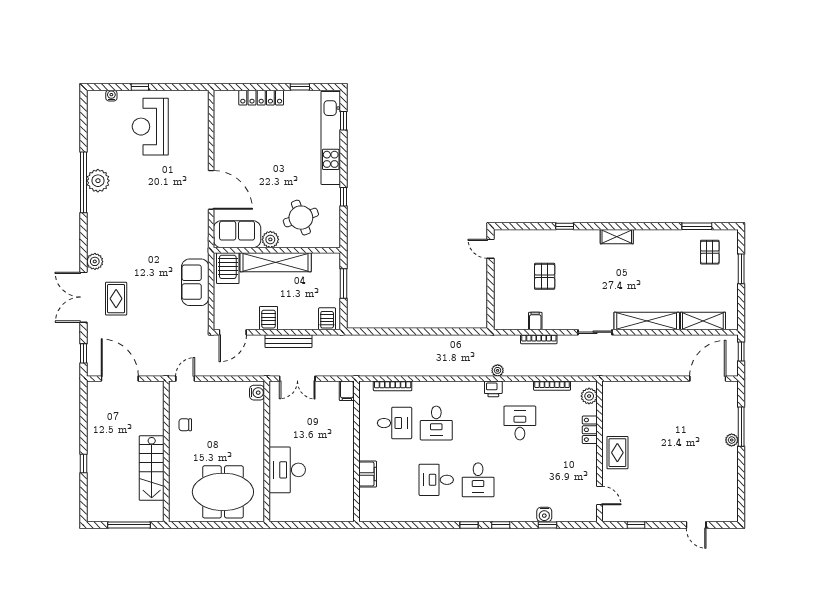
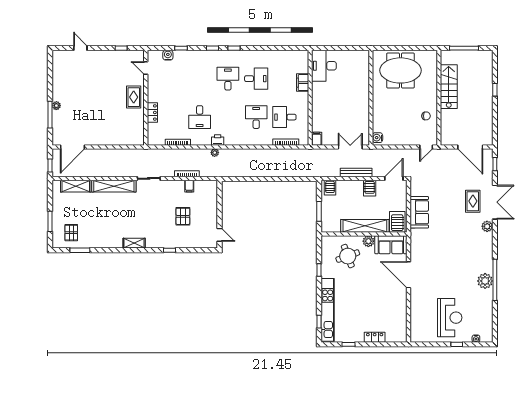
locker: (261, 98) -> (375, 337), width x0.66
plant: (589, 396) -> (153, 135), removed
desk: (287, 470) -> (324, 66), moved, turned 180
water cooler: (544, 514) -> (168, 55), moved

